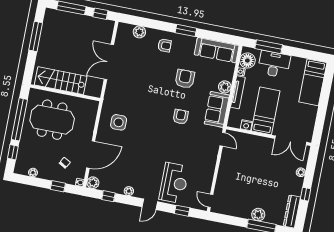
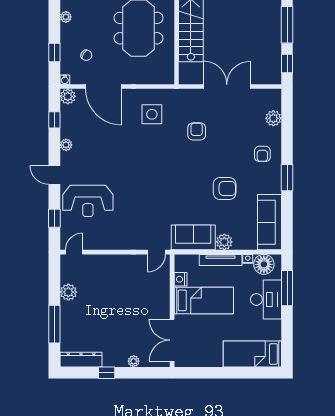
armchair: (181, 117) -> (197, 131), moved, turned -90
plant: (258, 215) -> (68, 292), moved

